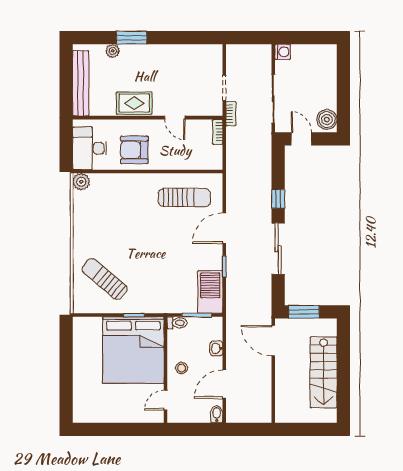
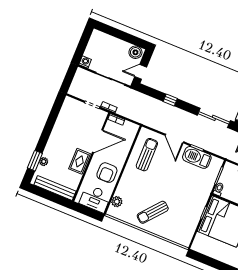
window: (132, 38) -> (35, 161), moved
door: (175, 118) -> (98, 141), width x1.87
plant: (81, 182) -> (117, 202), moved
sliding door: (278, 249) -> (214, 118), moved
sun lounger: (105, 279) -> (153, 212), moved
barbecue: (210, 292) -> (197, 157), moved

